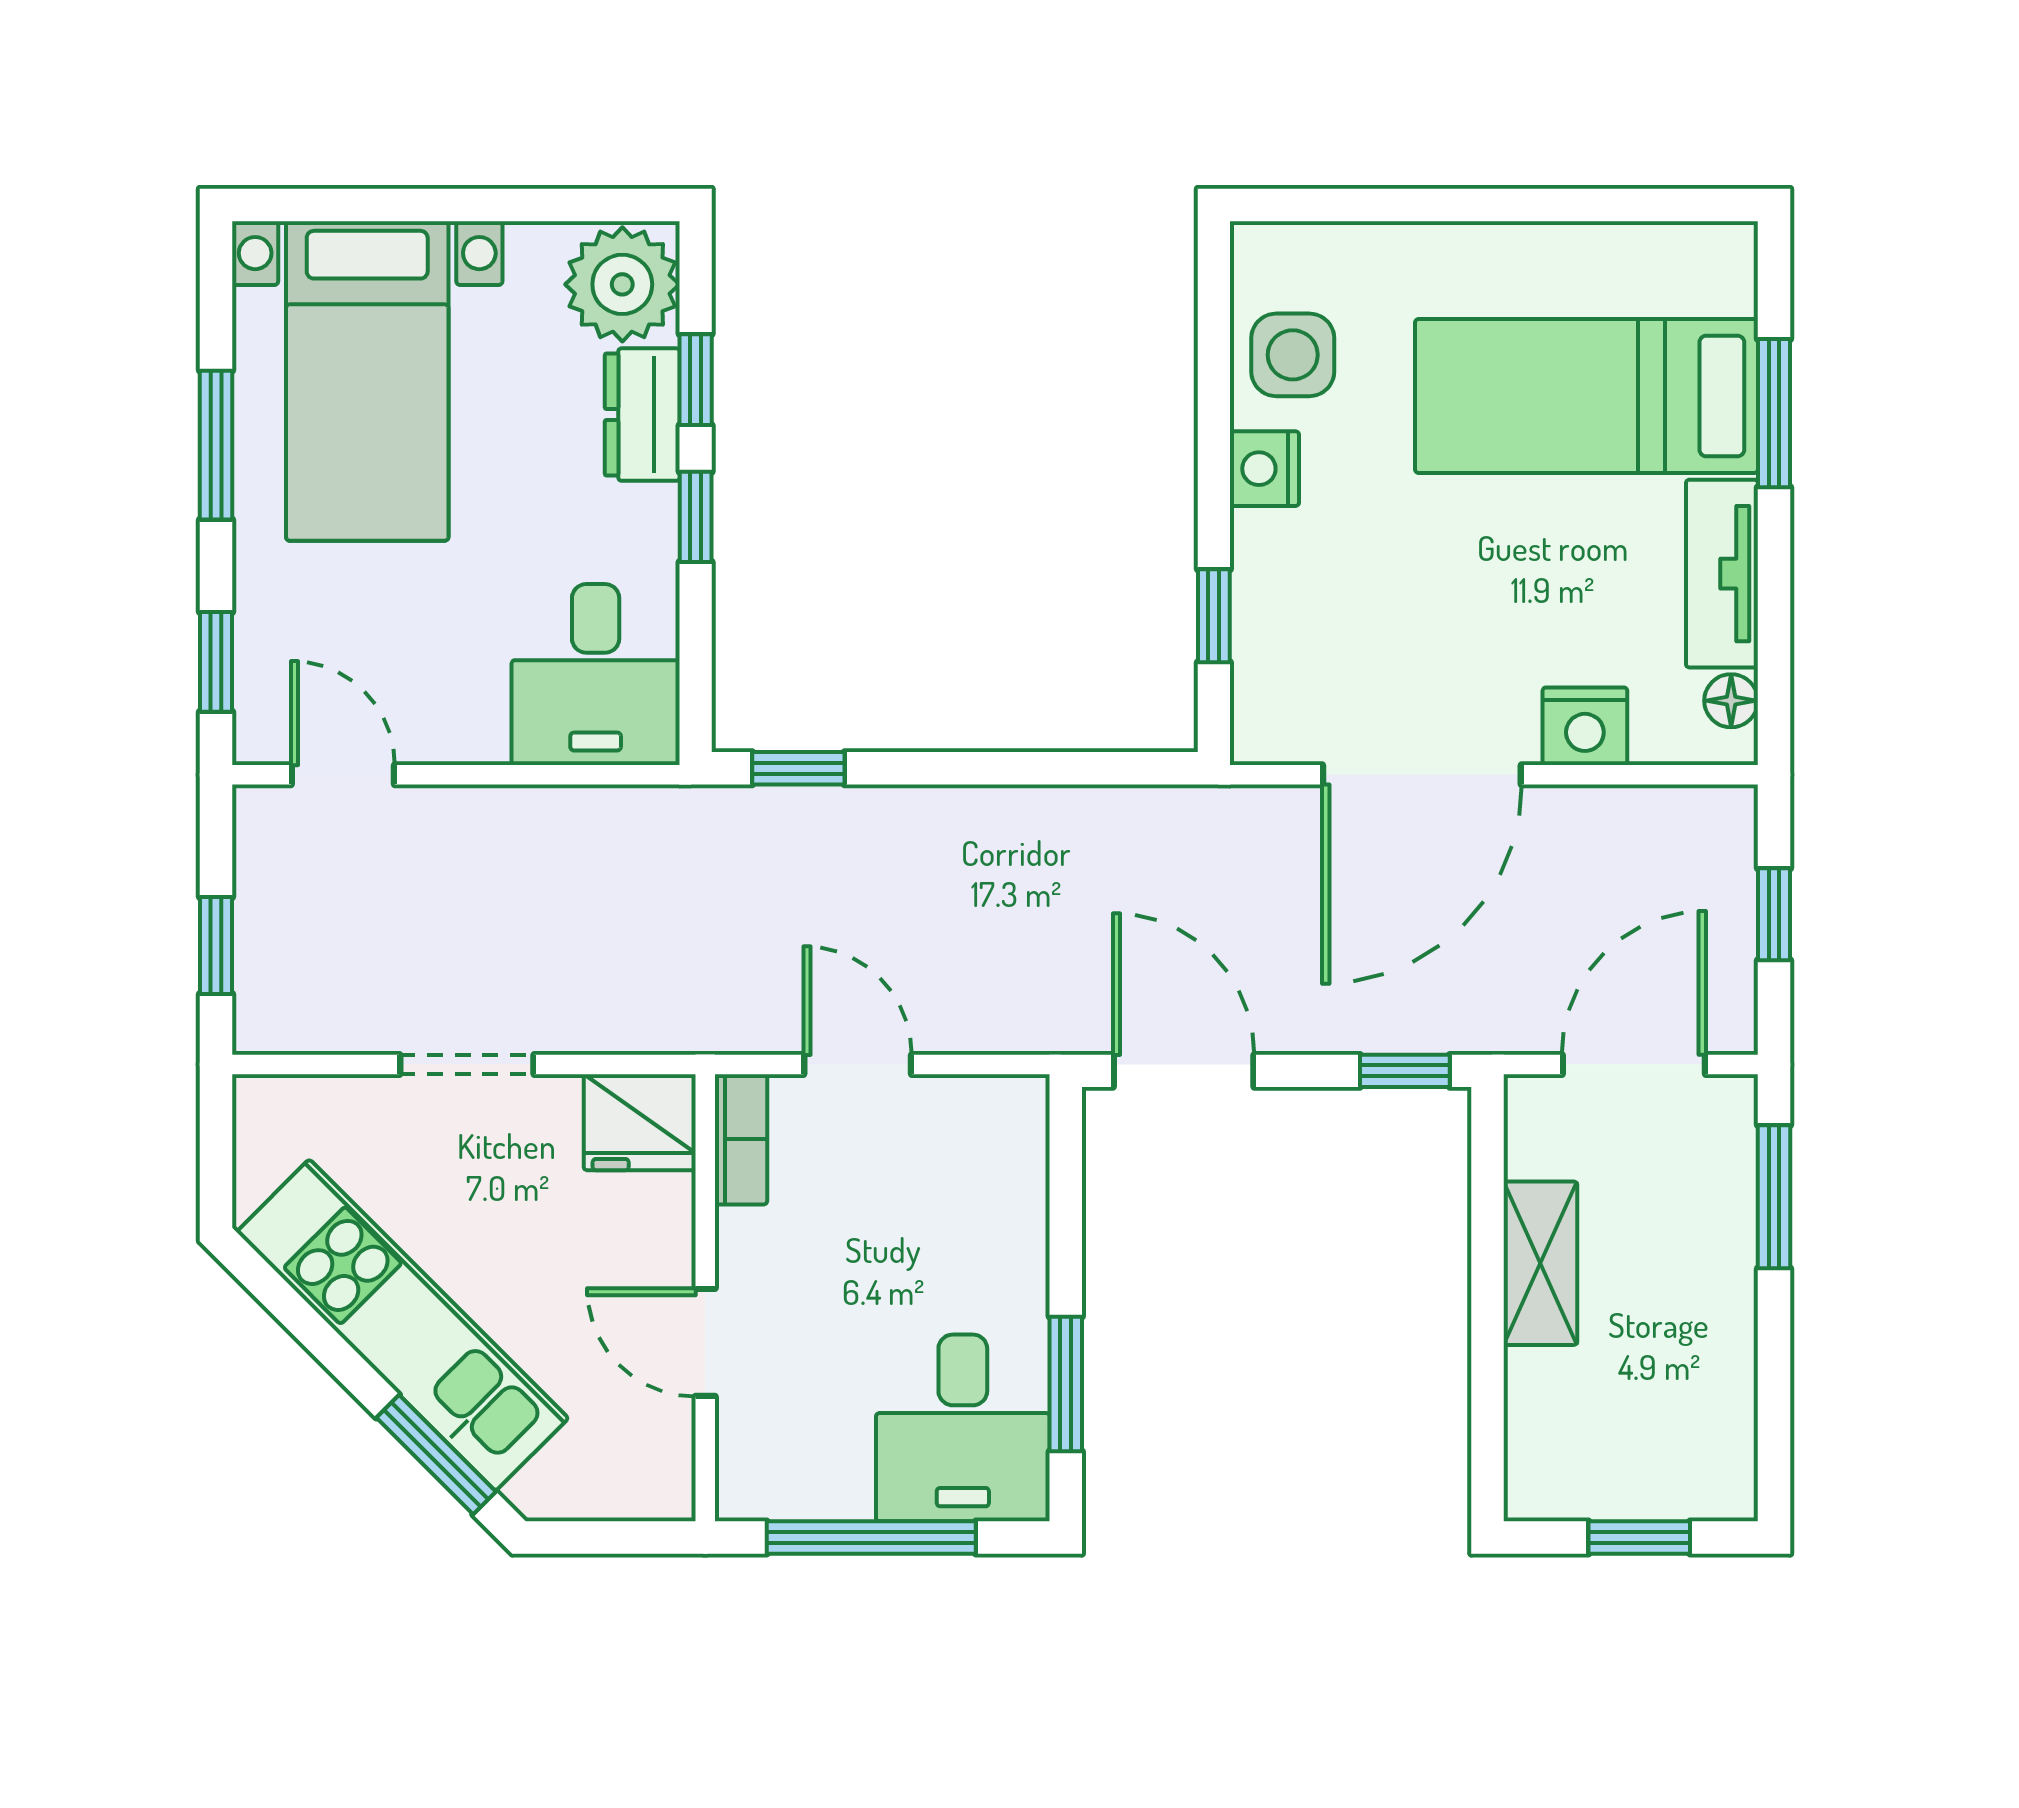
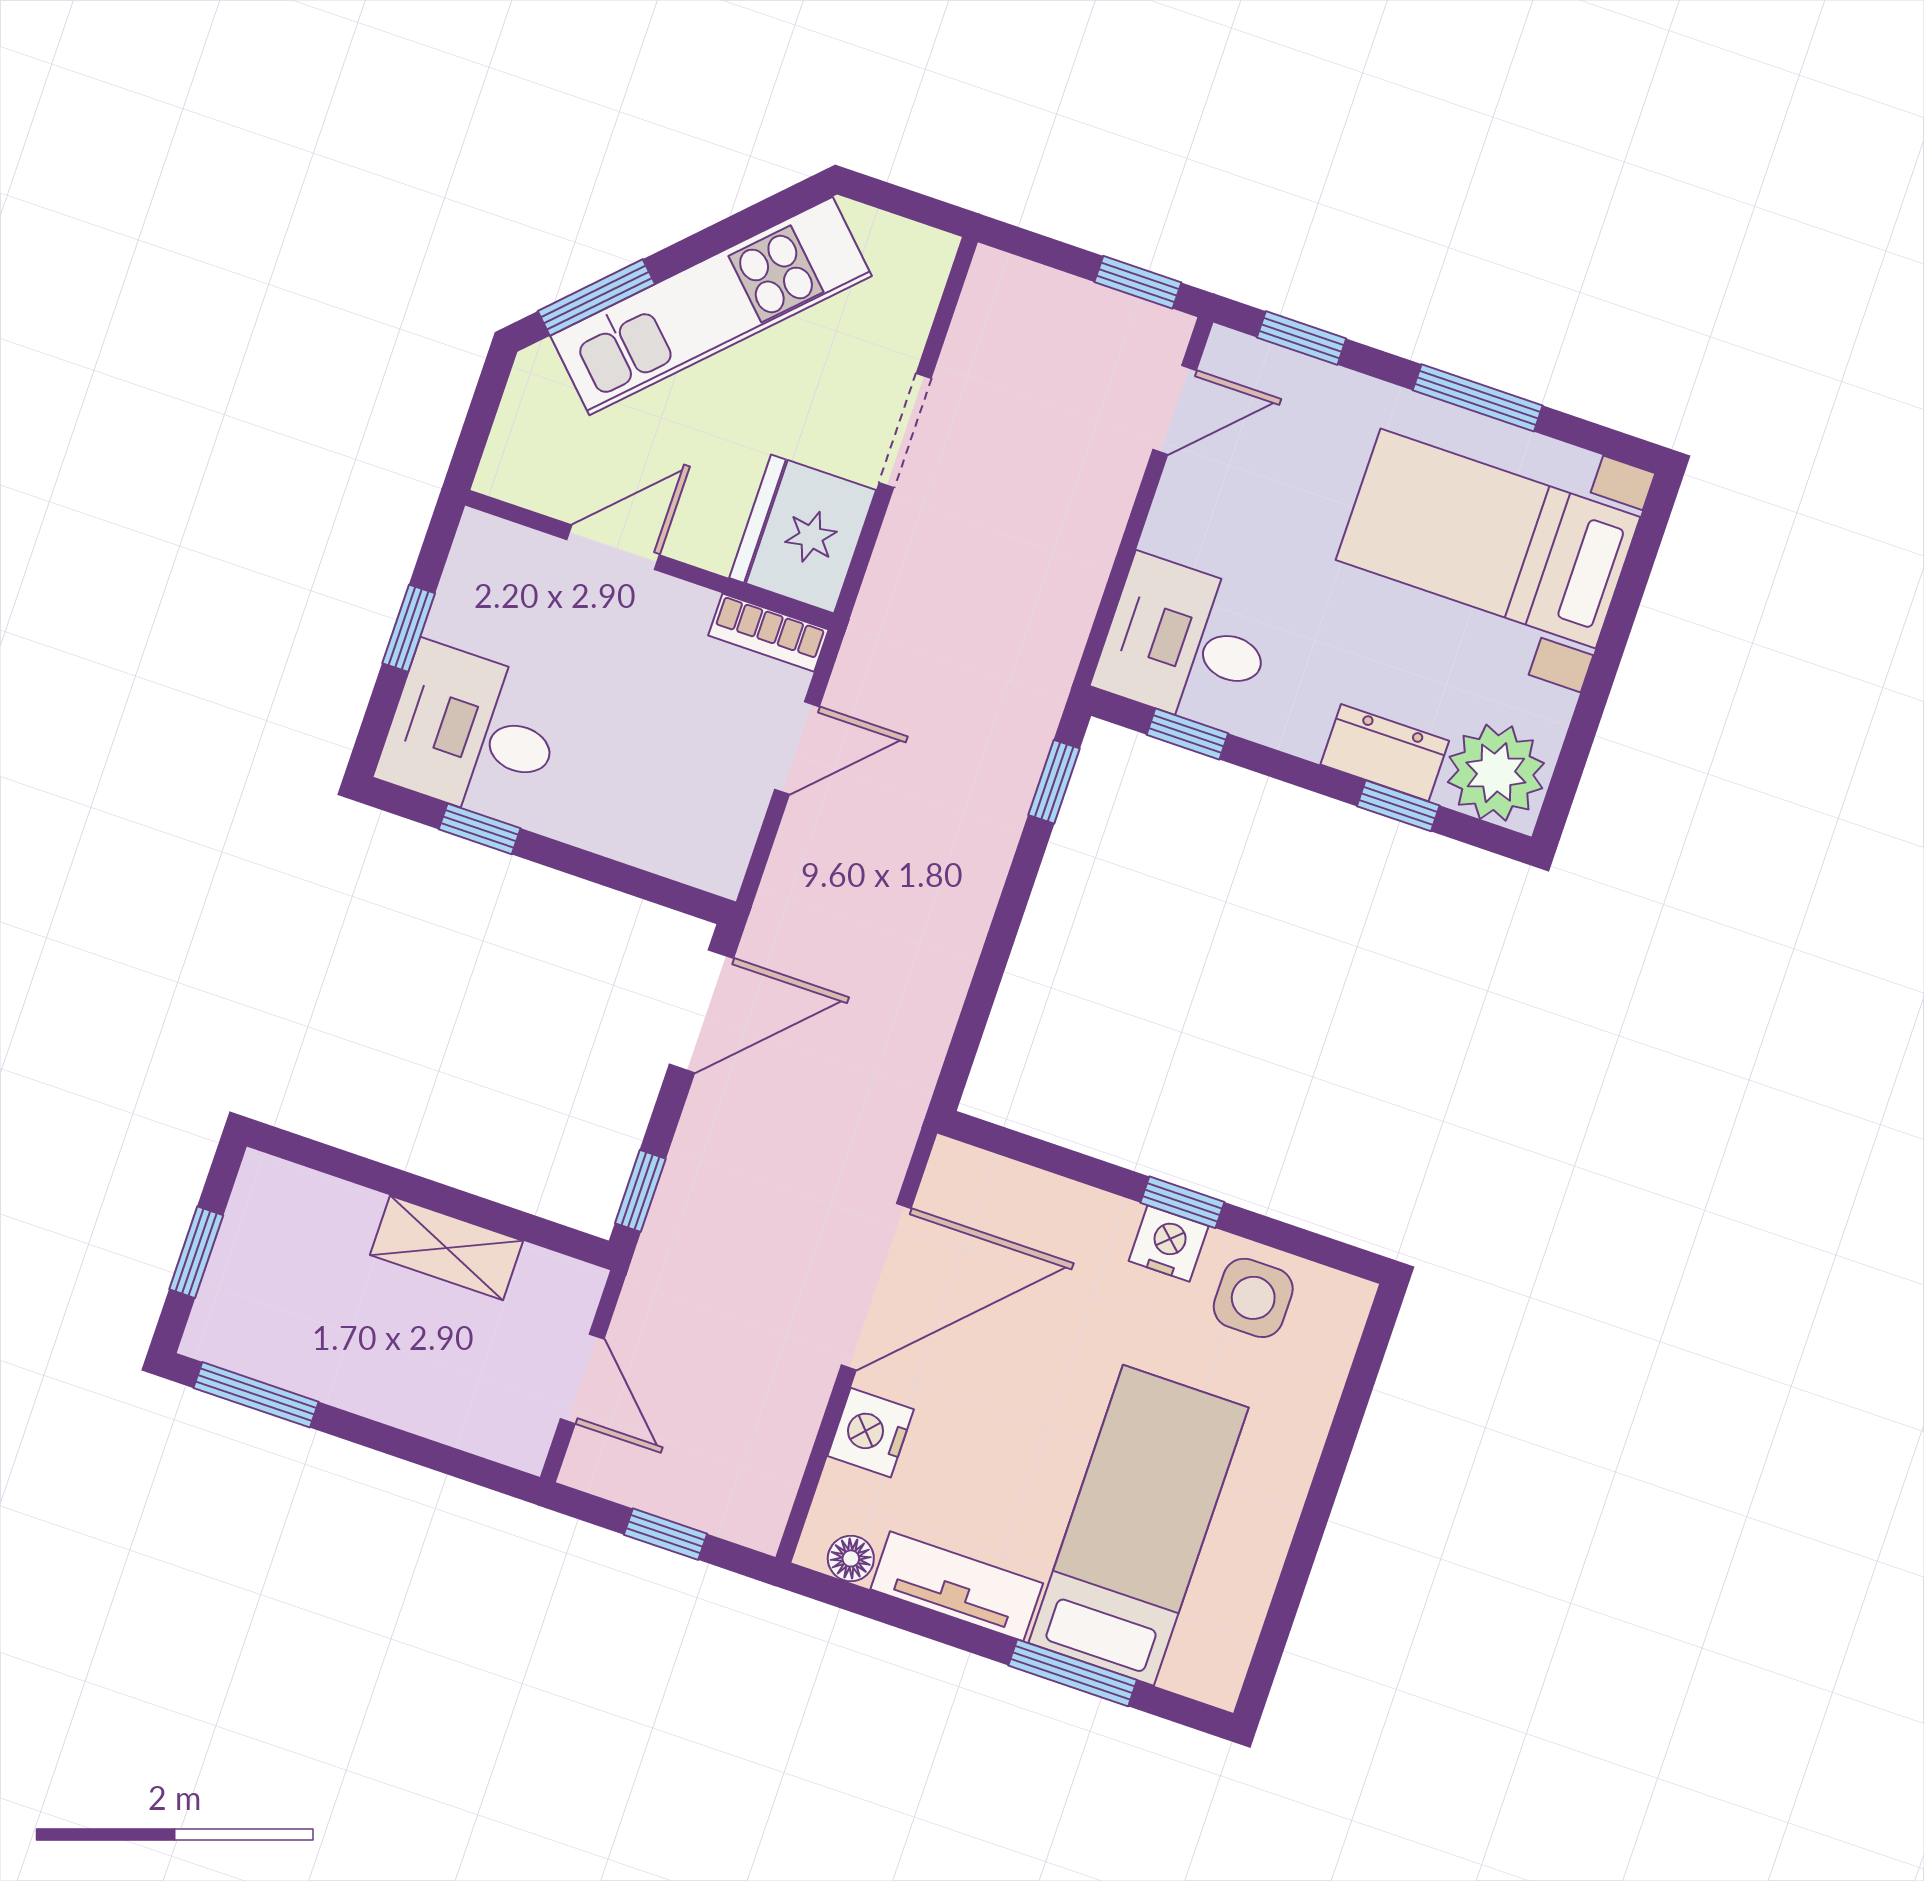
window: (696, 517) -> (1187, 734), moved
window: (1214, 616) -> (1182, 1202), moved
door: (1422, 775) -> (876, 1287), swing flipped
window: (216, 945) -> (1138, 282), moved
door: (1634, 1064) -> (582, 1379), width x0.73
fridge: (640, 1122) -> (803, 534), width x1.36, depth x1.34
window: (1774, 1197) -> (256, 1395), moved
window: (1066, 1384) -> (480, 829), width x0.67
window: (871, 1538) -> (409, 628), width x0.46

